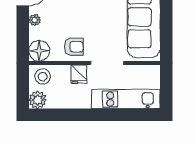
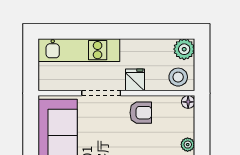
armchair: (74, 47) -> (141, 113), turned 180
floor lamp: (39, 51) -> (188, 102), width x0.53, depth x0.53

